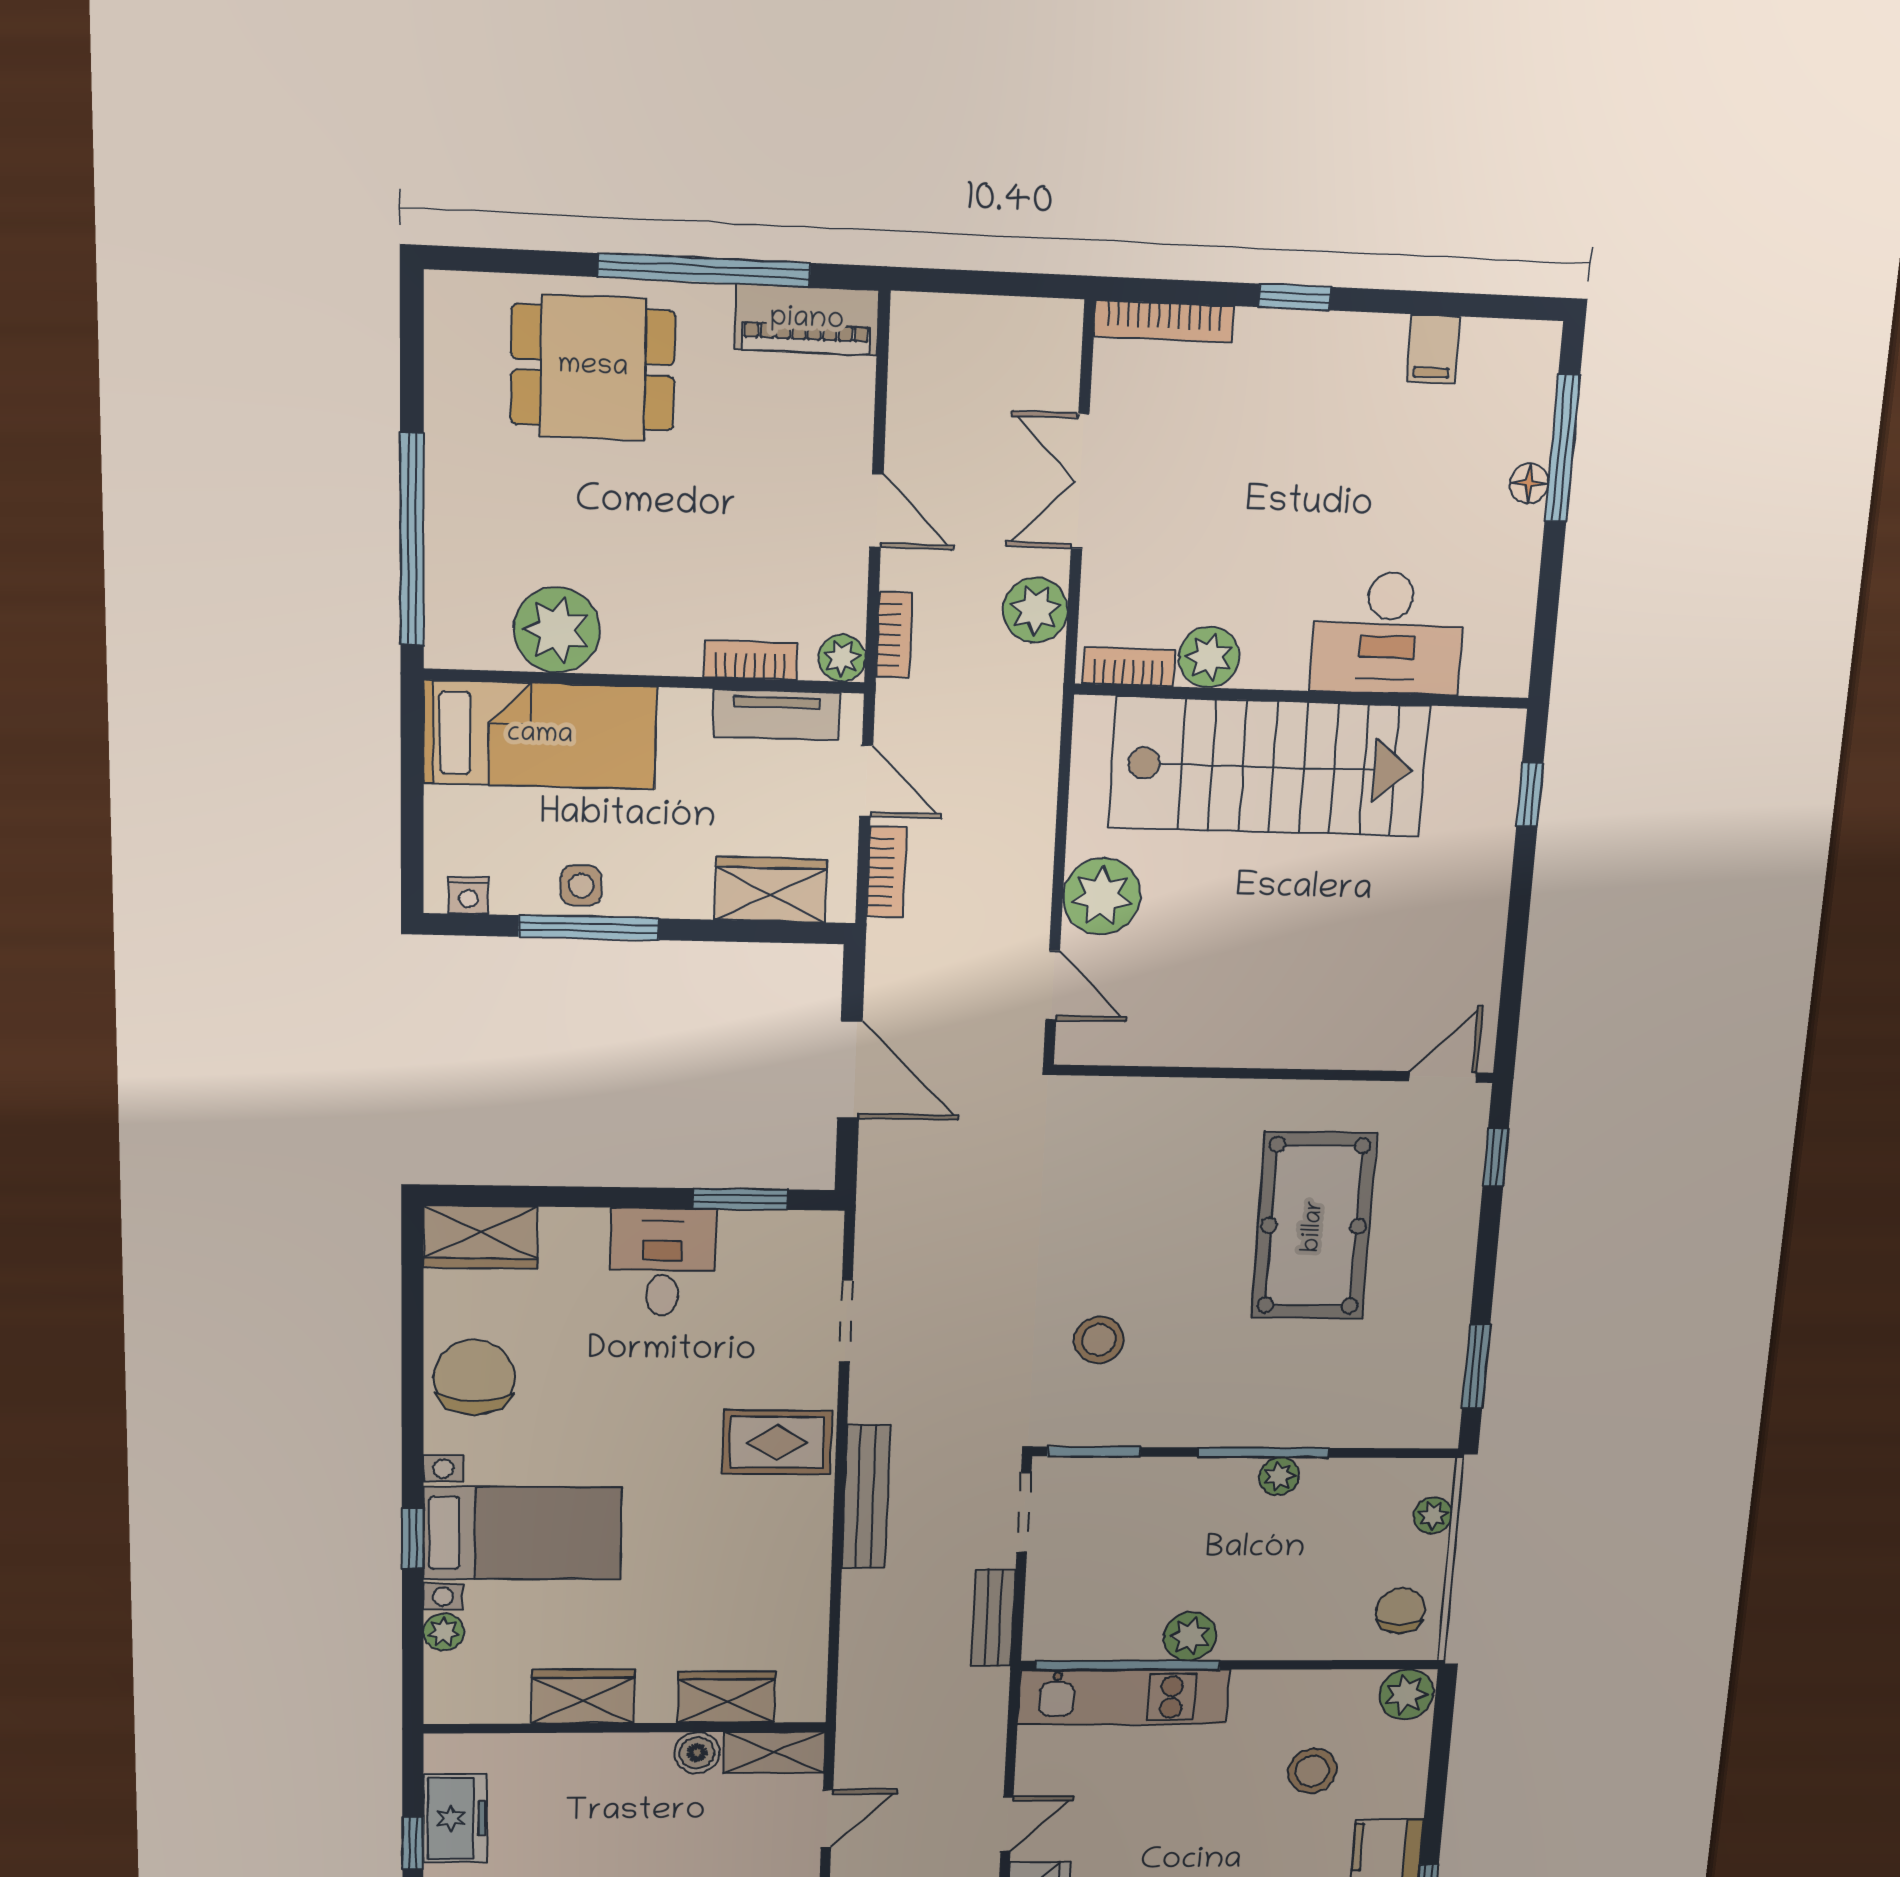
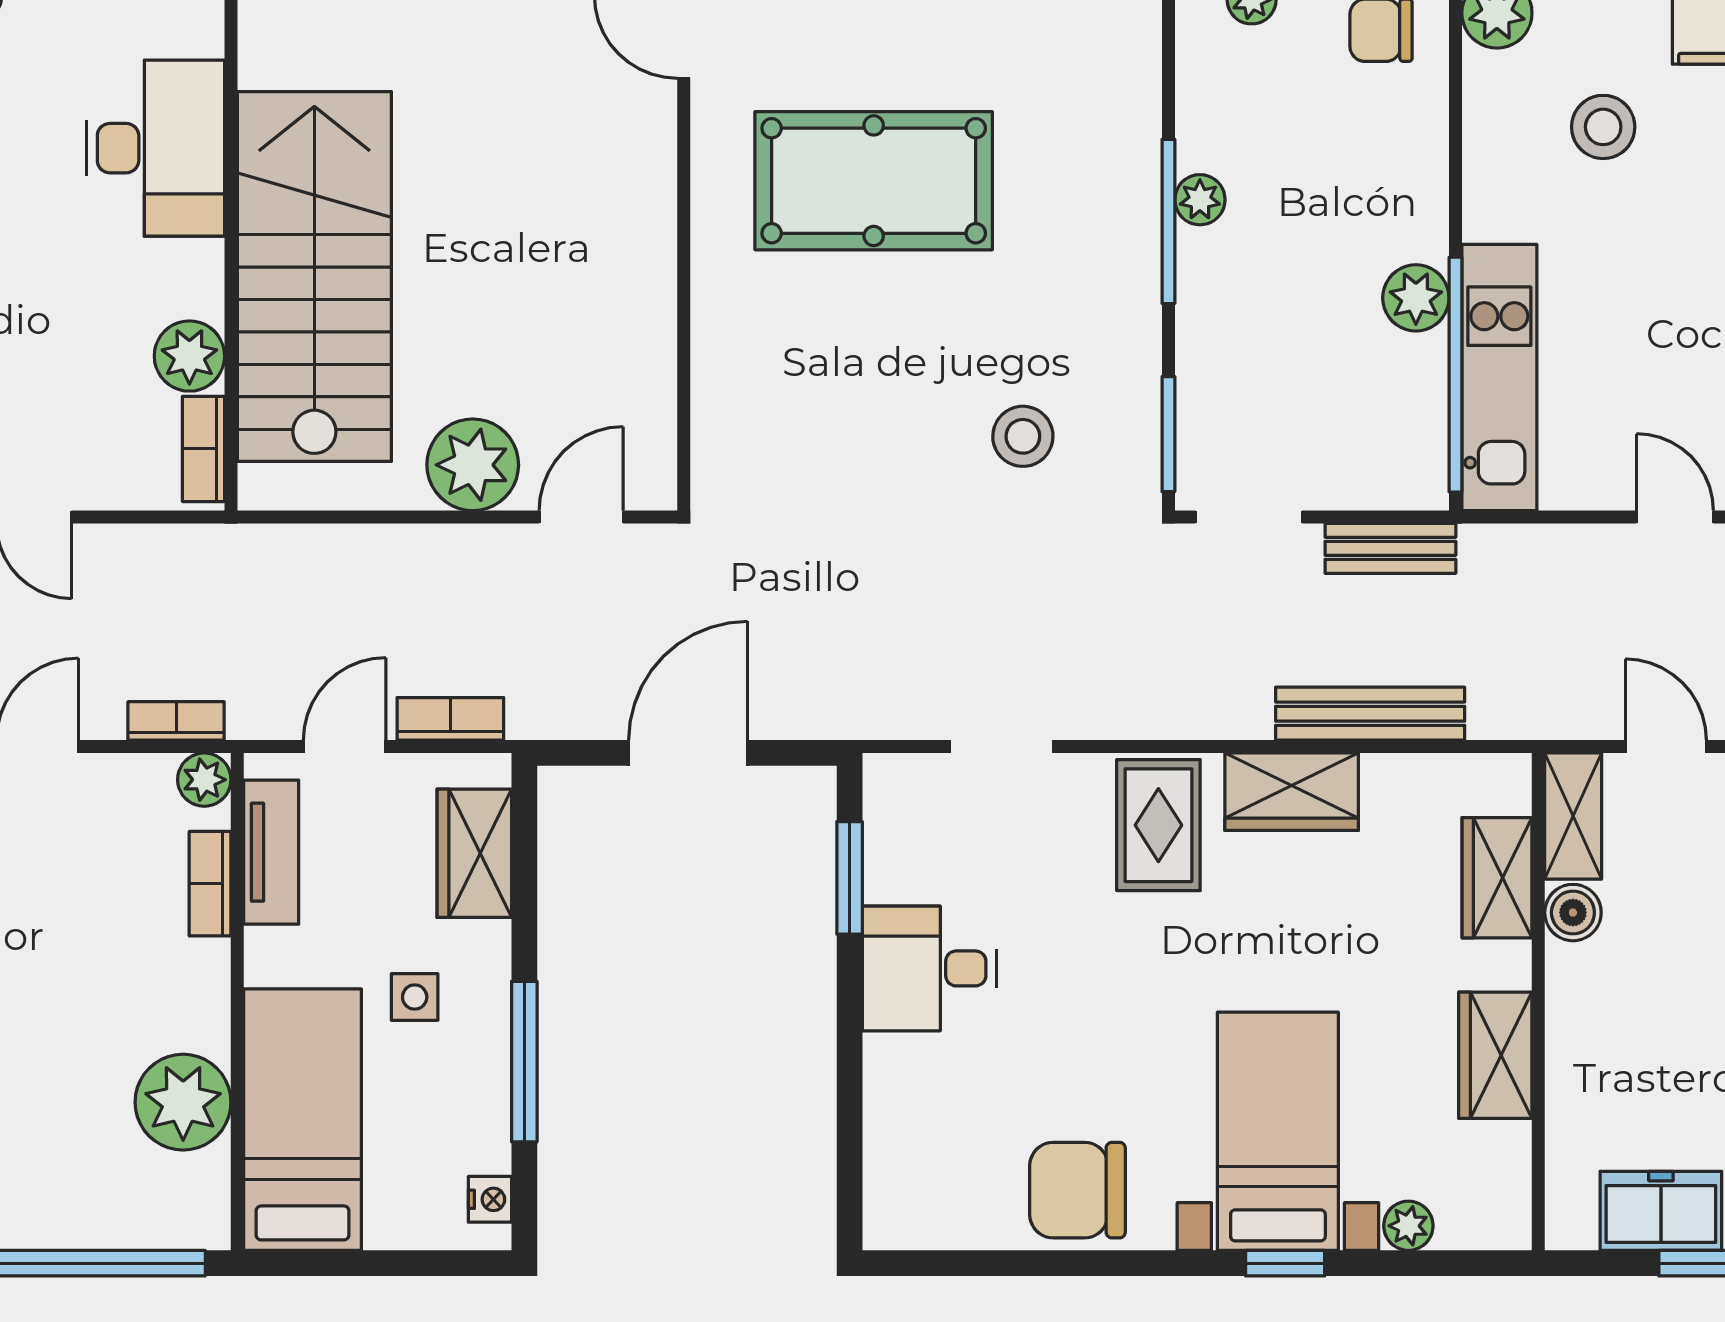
plant: (1035, 610) -> (142, 560), removed
side table: (581, 886) -> (415, 997), moved
wardrobe: (481, 1237) -> (1292, 792), moved, turned 90
bench: (866, 1497) -> (1370, 714), moved

